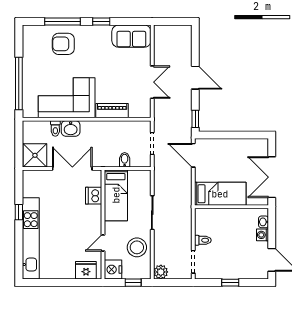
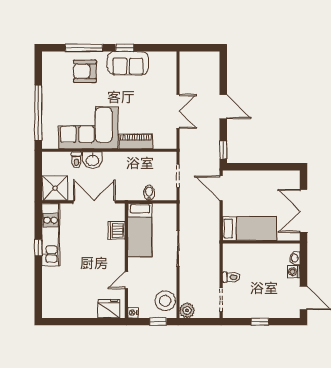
sofa: (131, 36) -> (128, 63), moved
kitchen unit: (31, 238) -> (51, 235), moved, width x0.73
stool: (137, 247) -> (165, 301), moved
nightstand: (113, 270) -> (133, 313), width x0.53, depth x0.56

